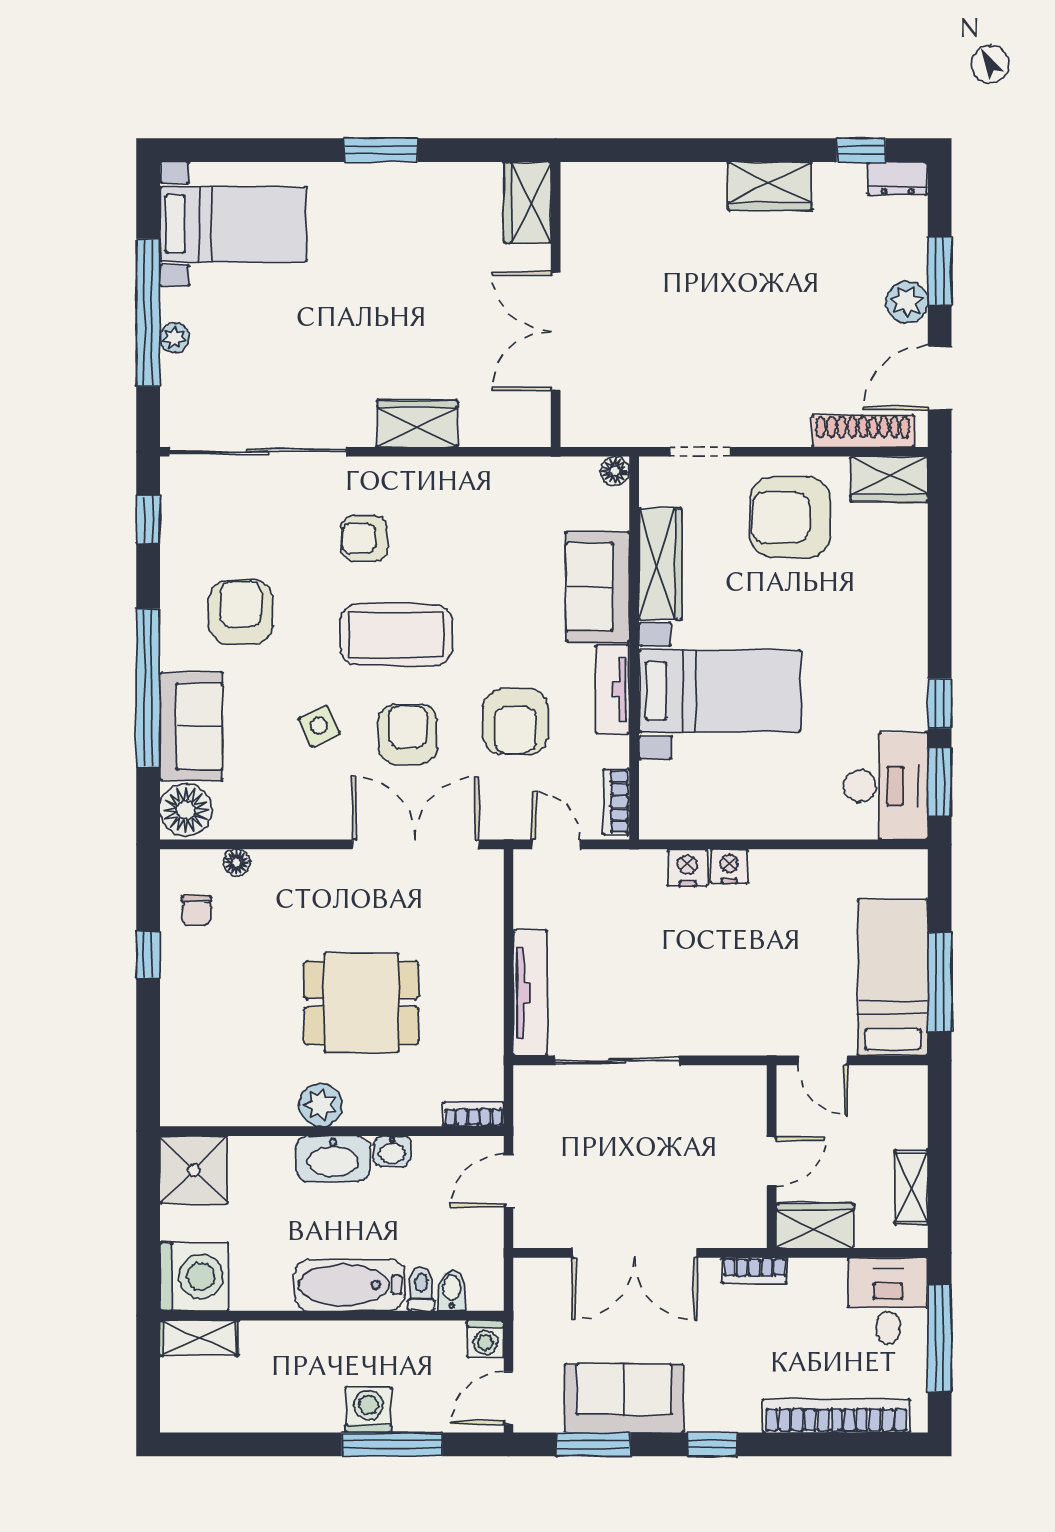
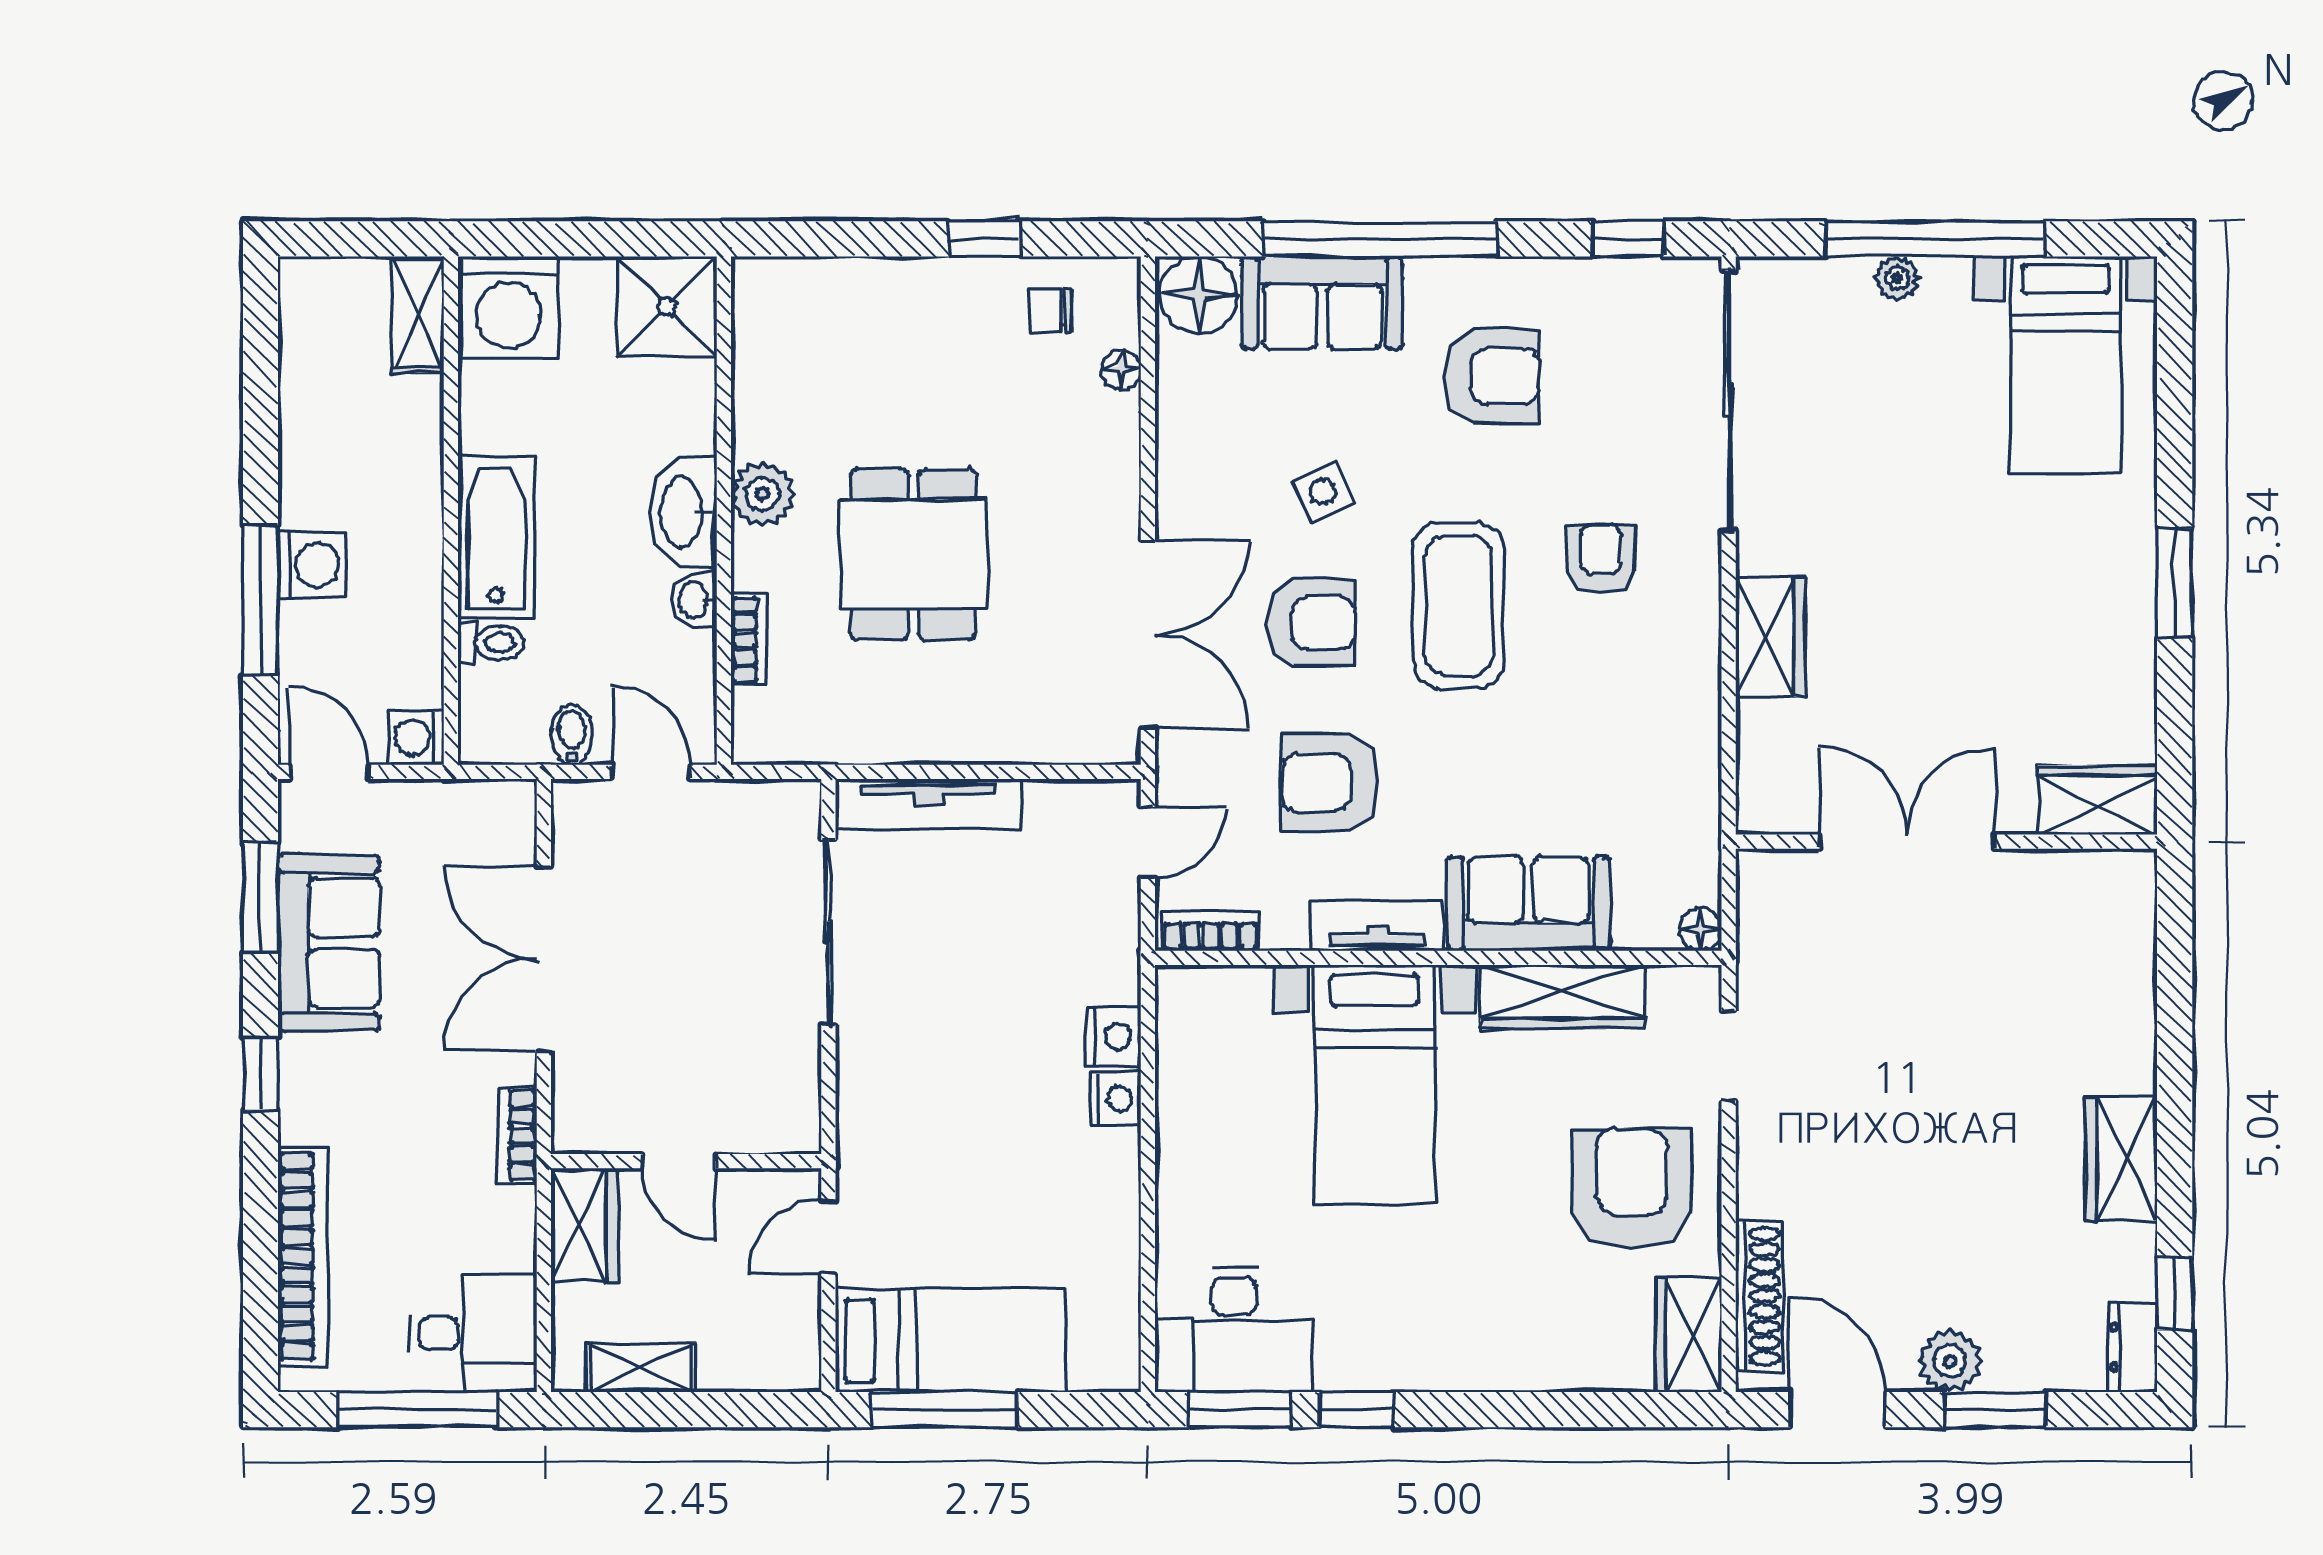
bookcase: (473, 1114) -> (749, 639), moved
bidet: (452, 1290) -> (572, 735), moved, turned -90

